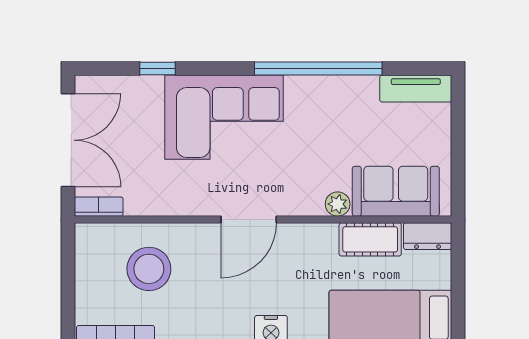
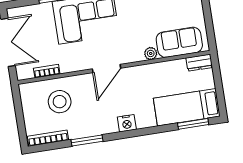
bookcase: (99, 207) -> (47, 71), moved
cot: (370, 239) -> (170, 69), removed

